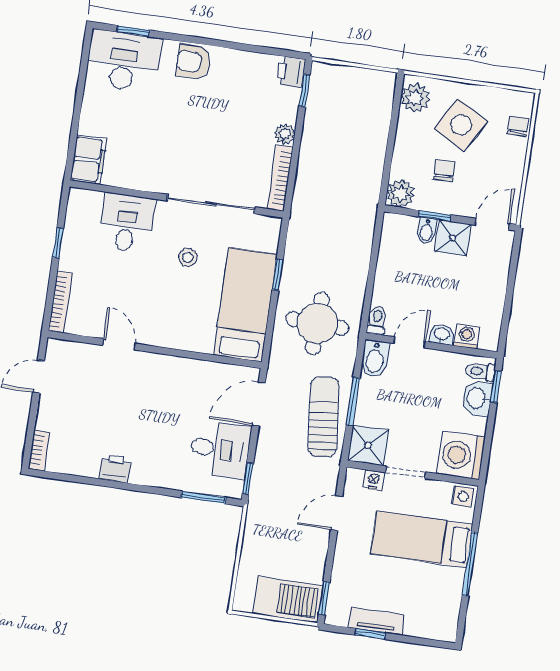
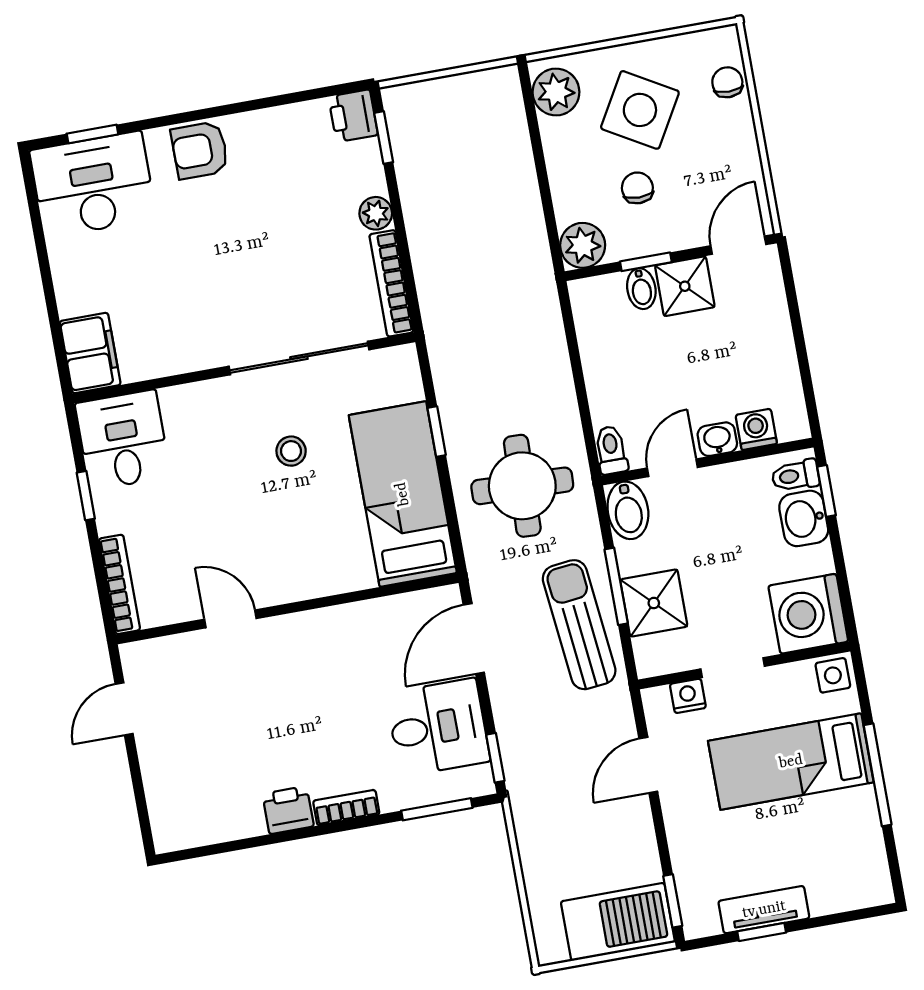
desk: (127, 223) -> (123, 440), moved
shower: (368, 445) -> (654, 603), moved
bookcase: (39, 450) -> (346, 808), moved, turned -90

